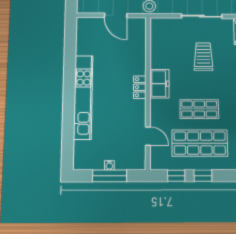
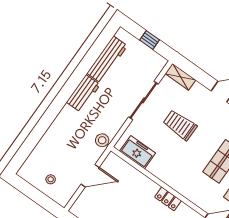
freezer: (159, 84) -> (138, 152), moved

